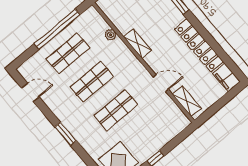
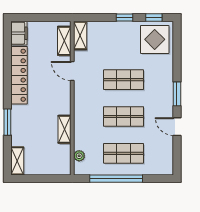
plant: (111, 35) -> (79, 156), moved
shelving: (138, 44) -> (64, 129), moved
door: (30, 92) -> (177, 127), moved
shelving: (178, 116) -> (80, 35), added

